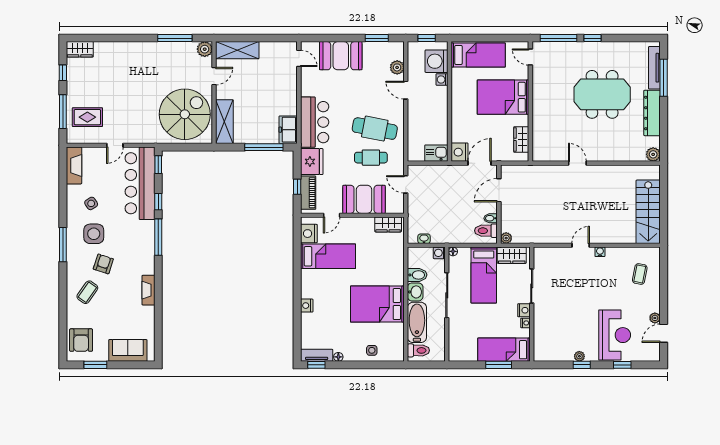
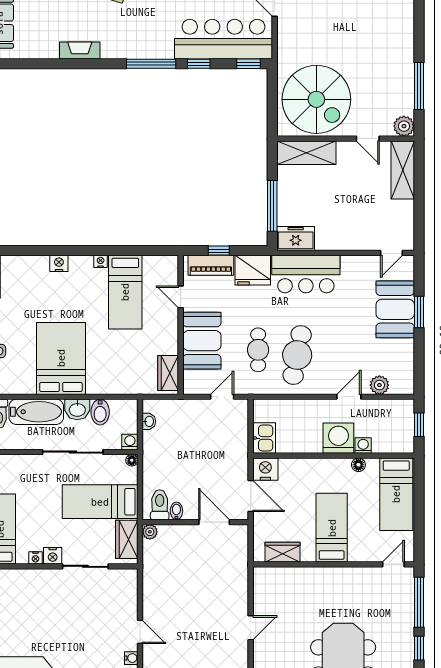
window: (377, 38) -> (419, 312), moved
washing machine: (437, 61) -> (338, 438), moved
floor lamp: (456, 83) -> (358, 465), added
bed: (503, 97) -> (332, 528), width x0.67
nightstand: (309, 234) -> (101, 261), moved, width x0.53, depth x0.56

